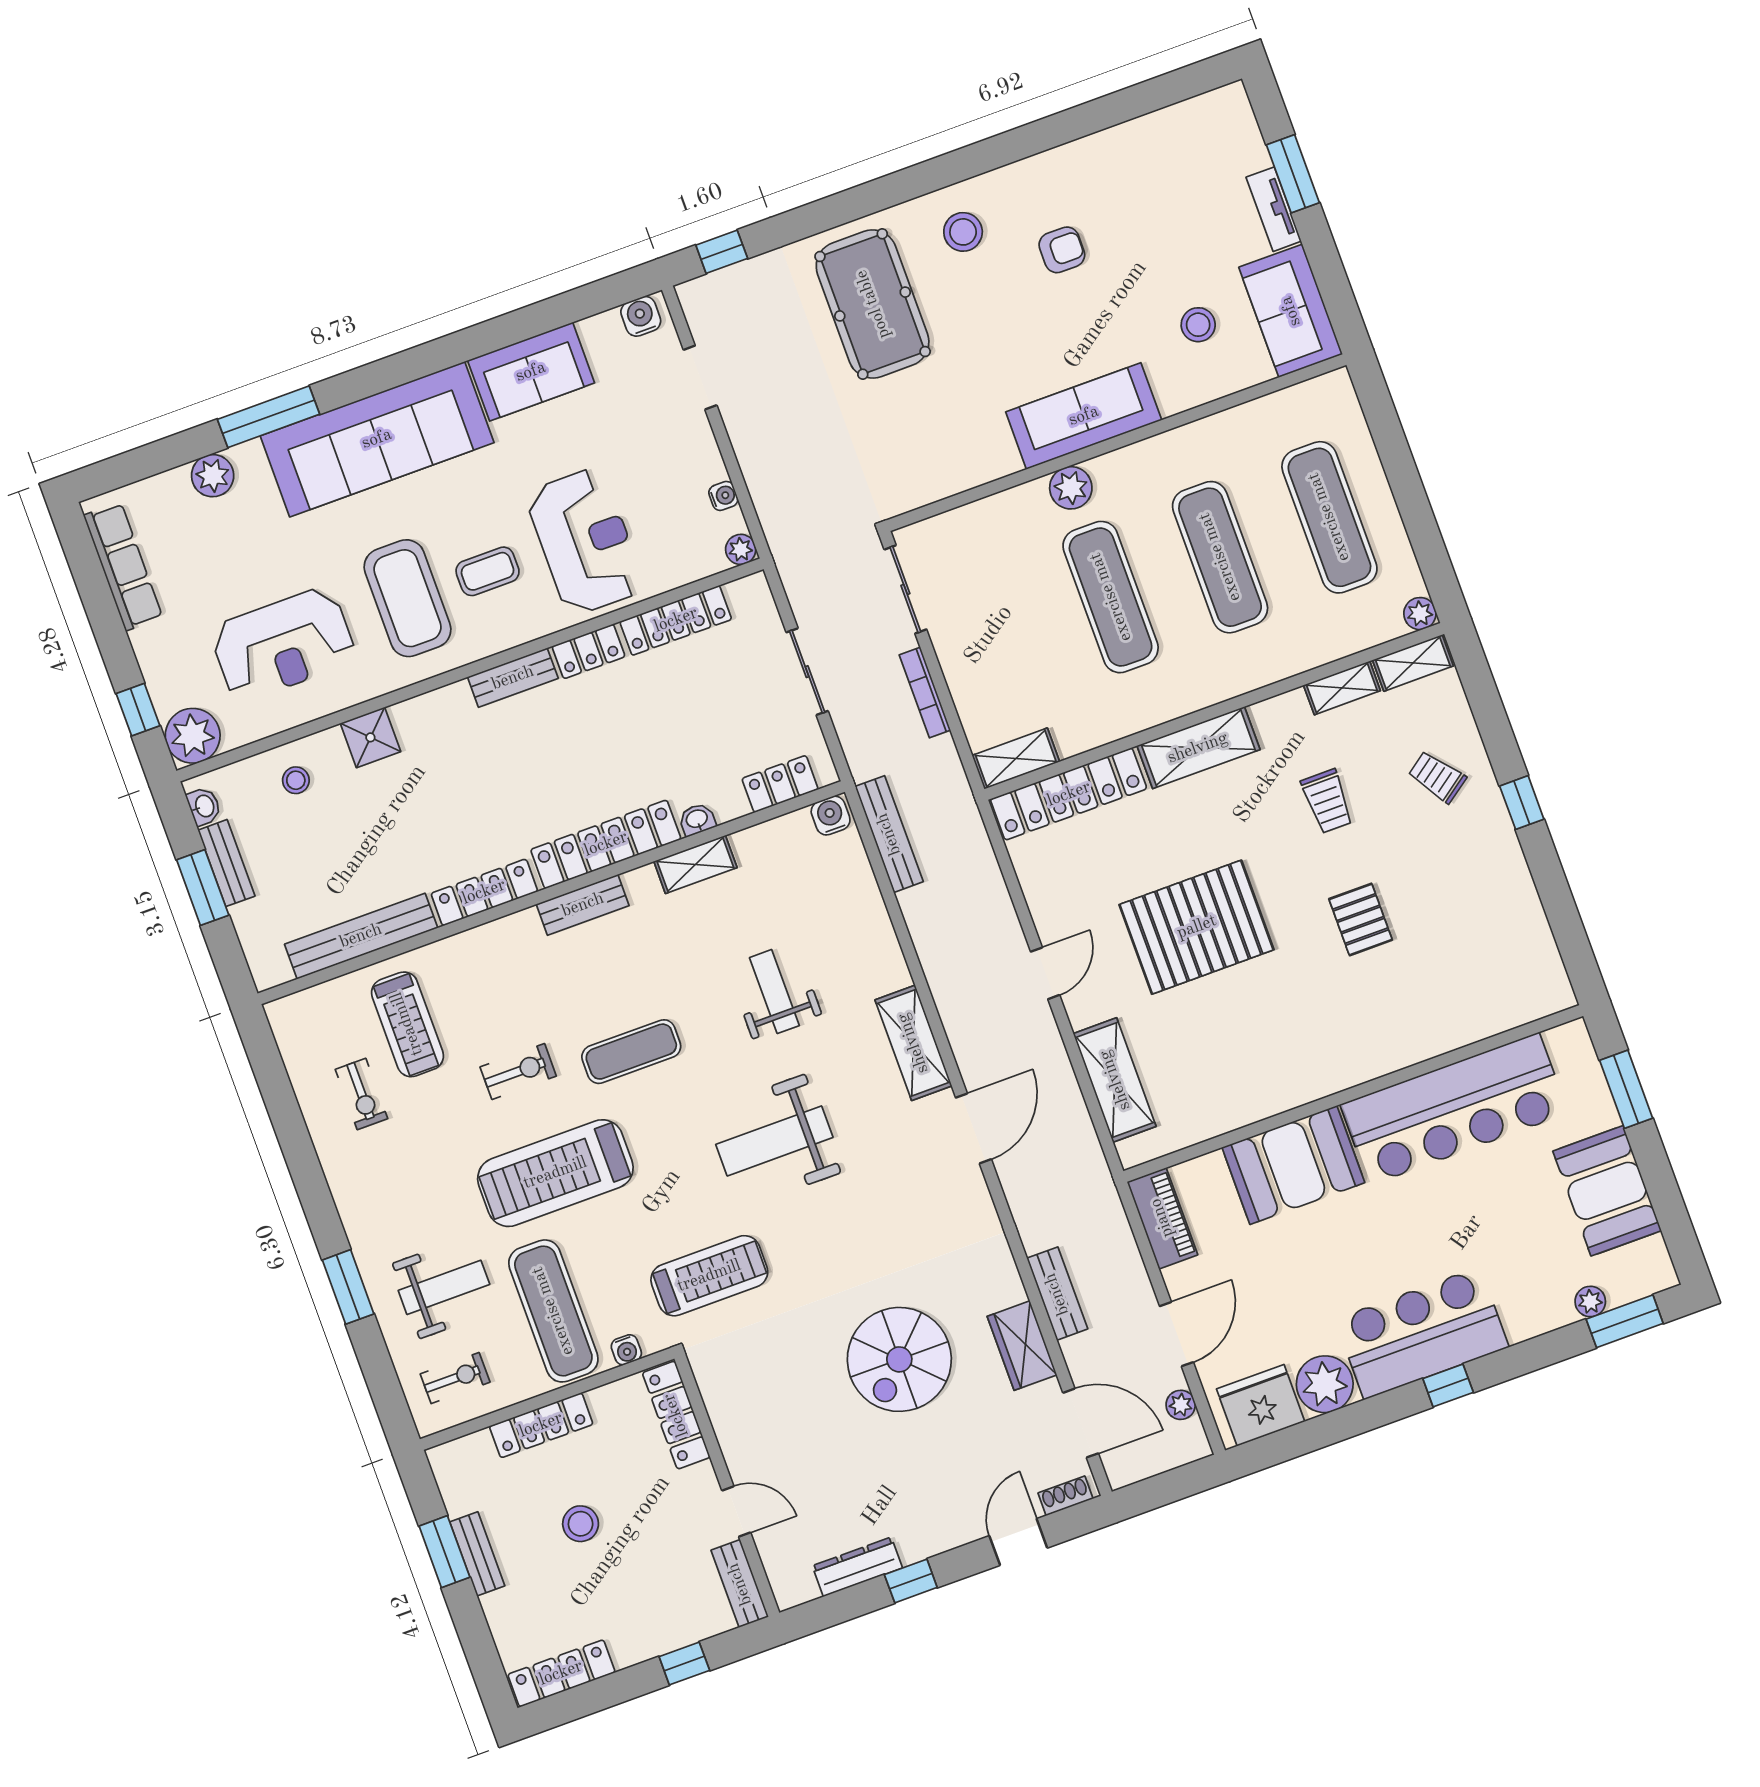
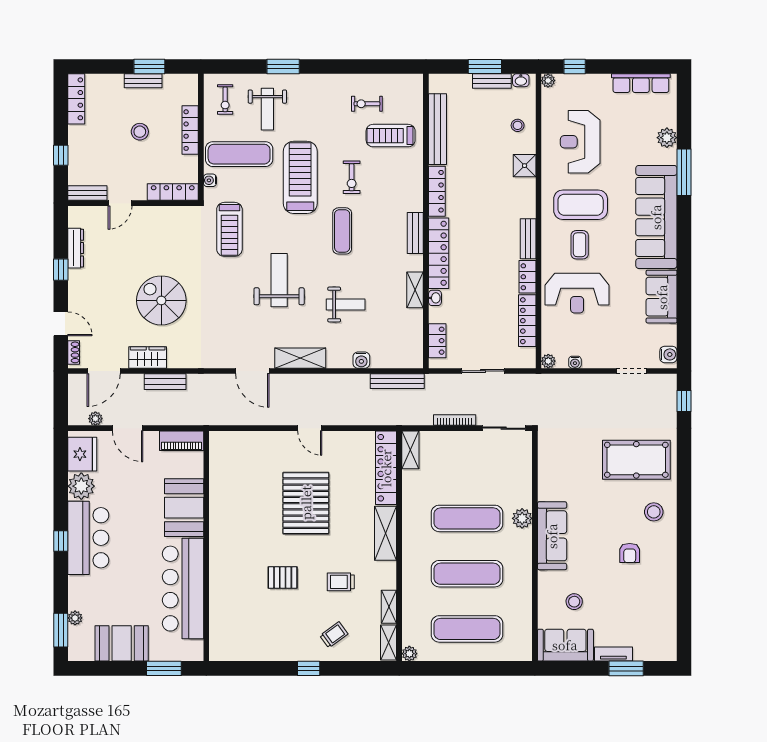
plant: (193, 736) -> (548, 81), width x0.53, depth x0.53
water cooler: (831, 816) -> (361, 360), moved, turned 90
shelving: (1115, 1080) -> (251, 442), removed

